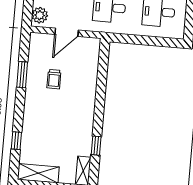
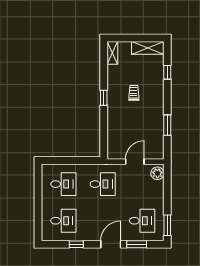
trolley: (54, 79) -> (134, 93), moved
window: (96, 146) -> (104, 98), moved

